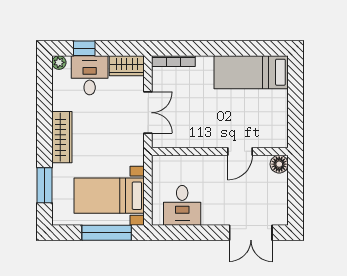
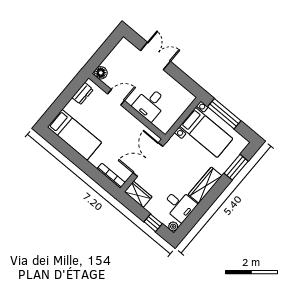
desk: (90, 75) -> (179, 205), moved, turned -90
double door: (148, 113) -> (148, 160), width x1.37
dresser: (280, 125) -> (83, 93), added
desk: (182, 205) -> (150, 104), moved, turned 180
double door: (251, 233) -> (155, 56), moved

